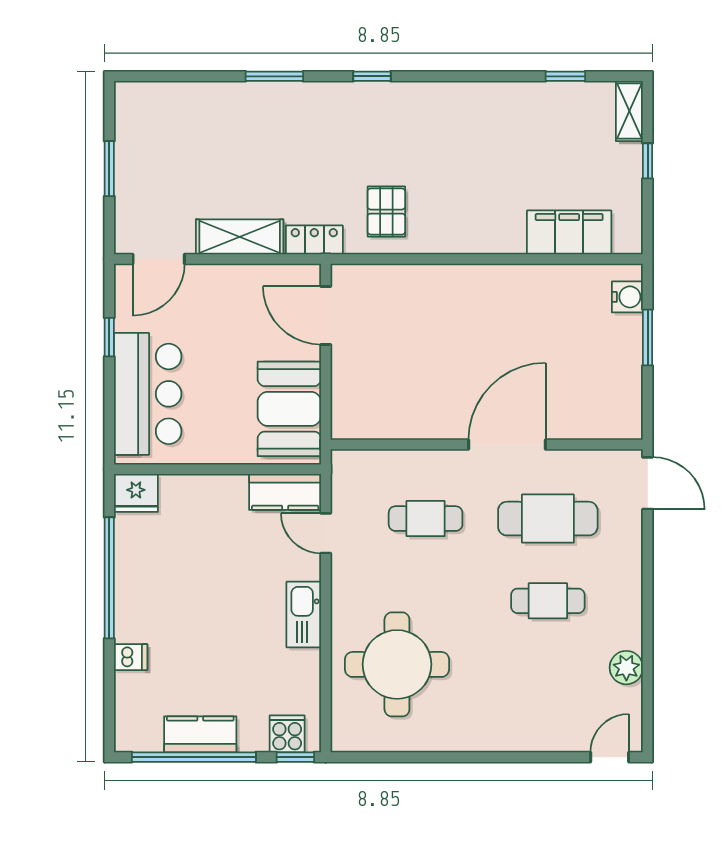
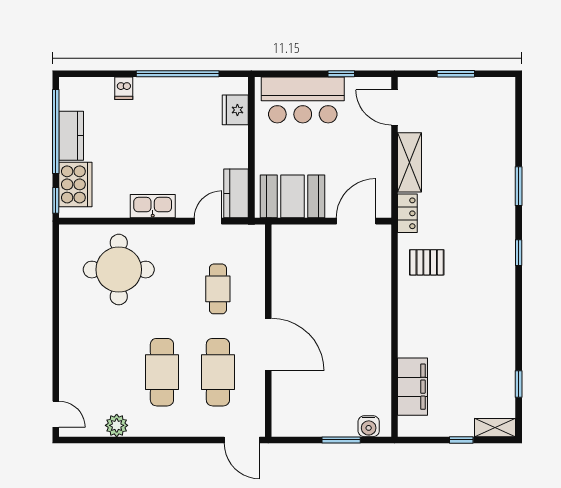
door: (648, 483) -> (242, 440), hinge flipped
fridge: (136, 493) -> (235, 110), moved
cafe table: (548, 601) -> (162, 372), width x1.37, depth x1.35
cooker: (287, 734) -> (75, 184), width x1.87, depth x1.31

